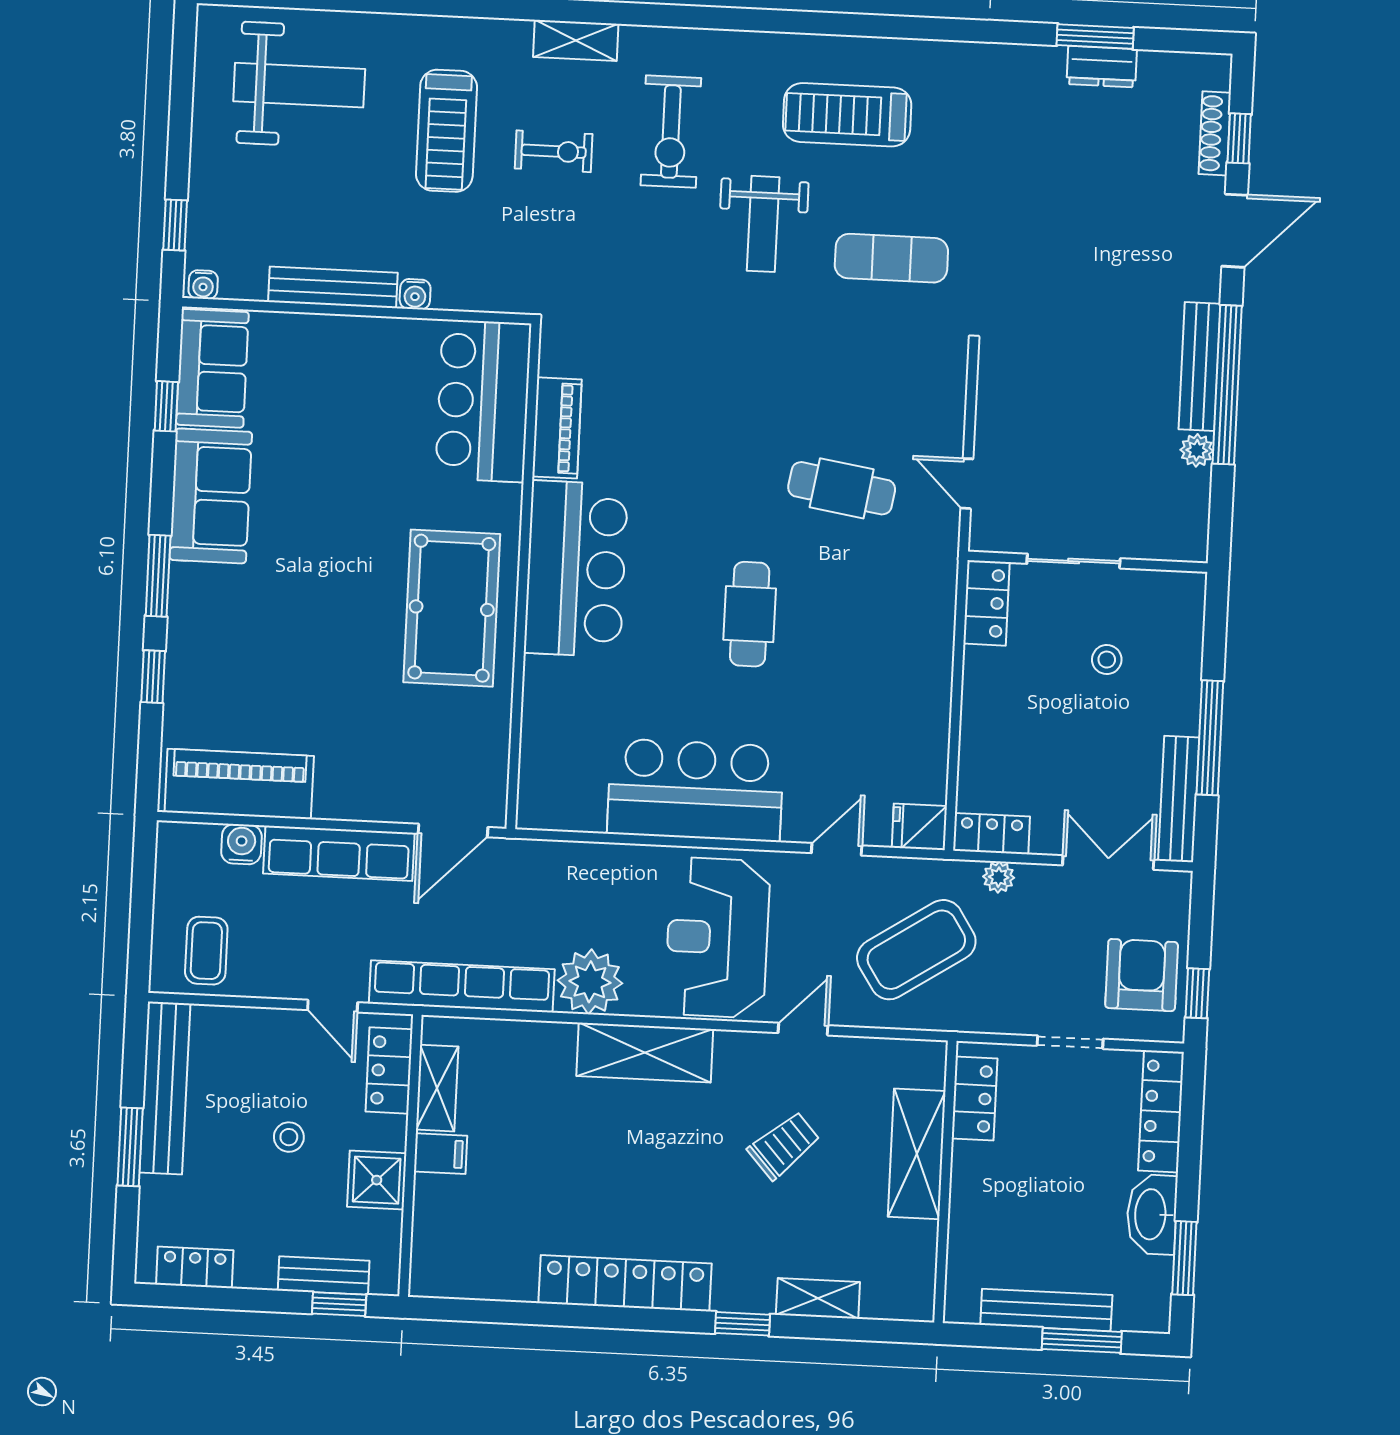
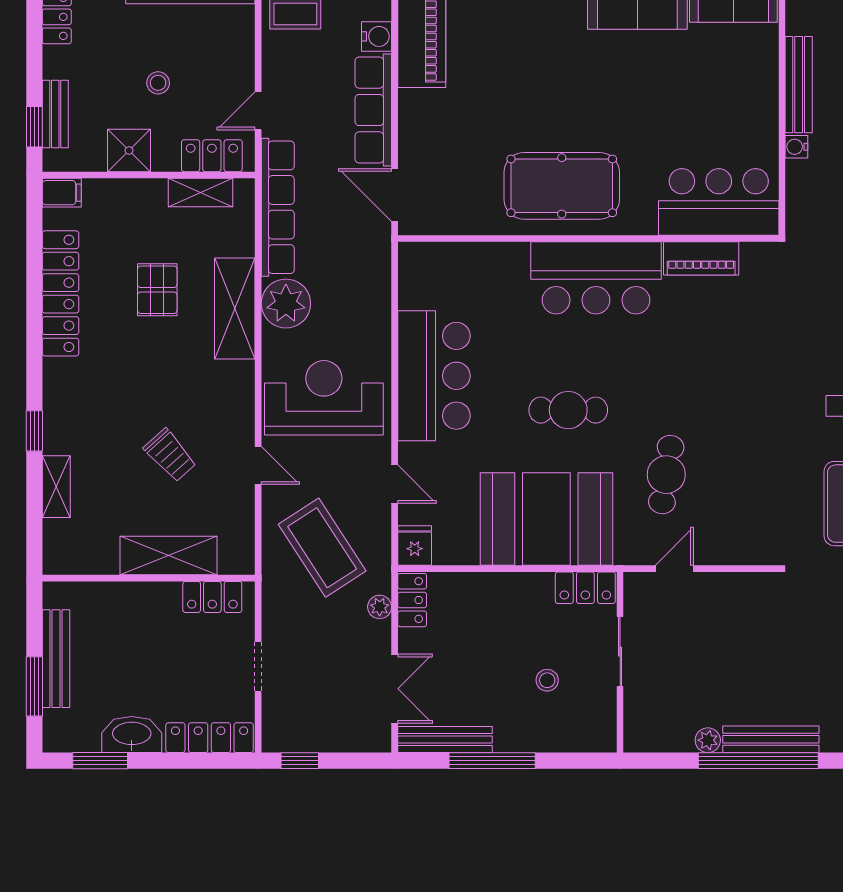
booth: (893, 650) -> (546, 519), added
armchair: (1142, 975) -> (311, 718), removed
shelving: (645, 1053) -> (235, 308), moved
pallet: (563, 1152) -> (157, 290), added
filing cabinet: (441, 1154) -> (62, 193), moved, turned -90
locker: (625, 1283) -> (61, 293), moved

